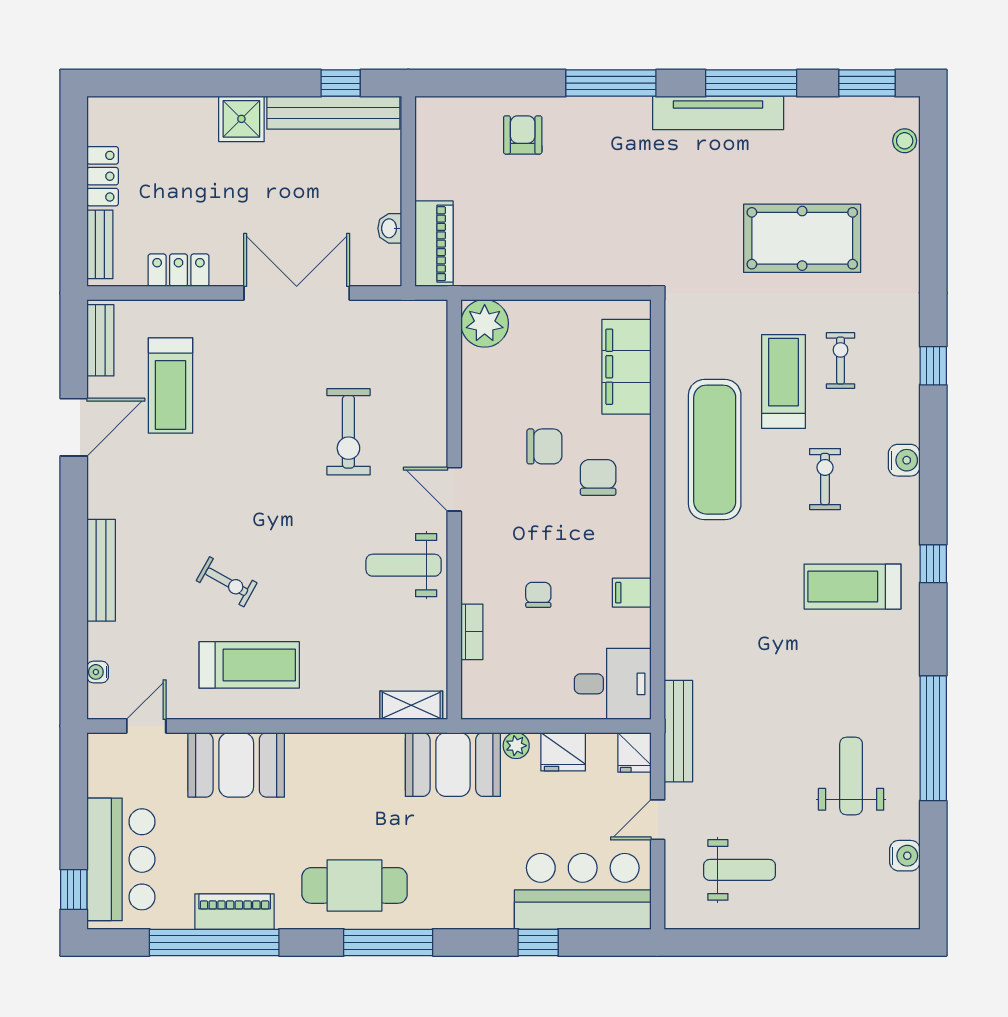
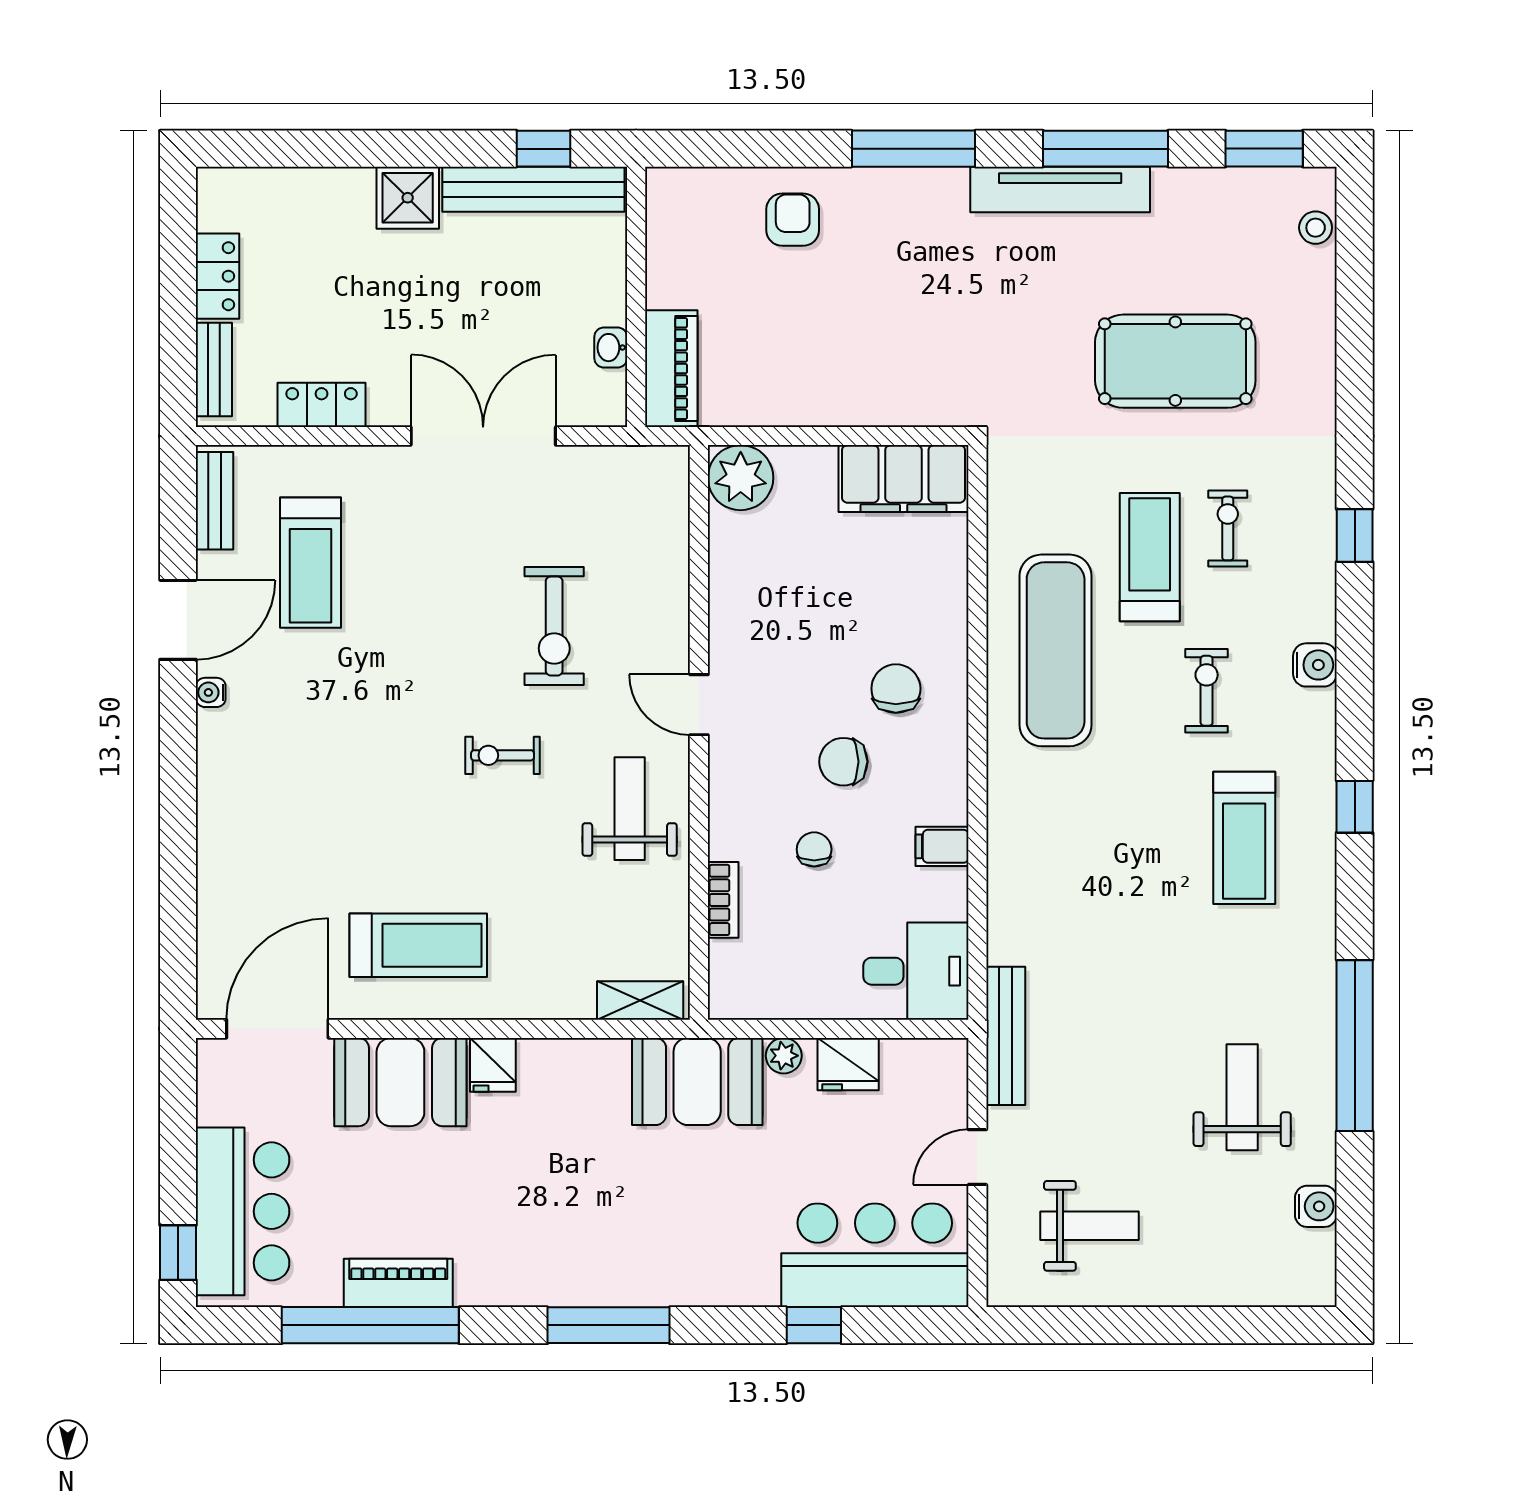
filing cabinet: (626, 367) -> (904, 479), moved, turned -90
chair: (544, 446) -> (843, 762), moved, turned 180
weight bench: (404, 565) -> (630, 809), turned 90
bench: (101, 570) -> (216, 816), removed
exercise bike: (227, 582) -> (502, 755), moved, turned 151
treadmill: (853, 587) -> (1244, 838), turned -90
water cooler: (98, 672) -> (211, 692), moved
door: (146, 726) -> (277, 1029), width x1.88
fridge: (634, 752) -> (493, 1065), moved
cafe table: (355, 885) -> (562, 1247), removed

